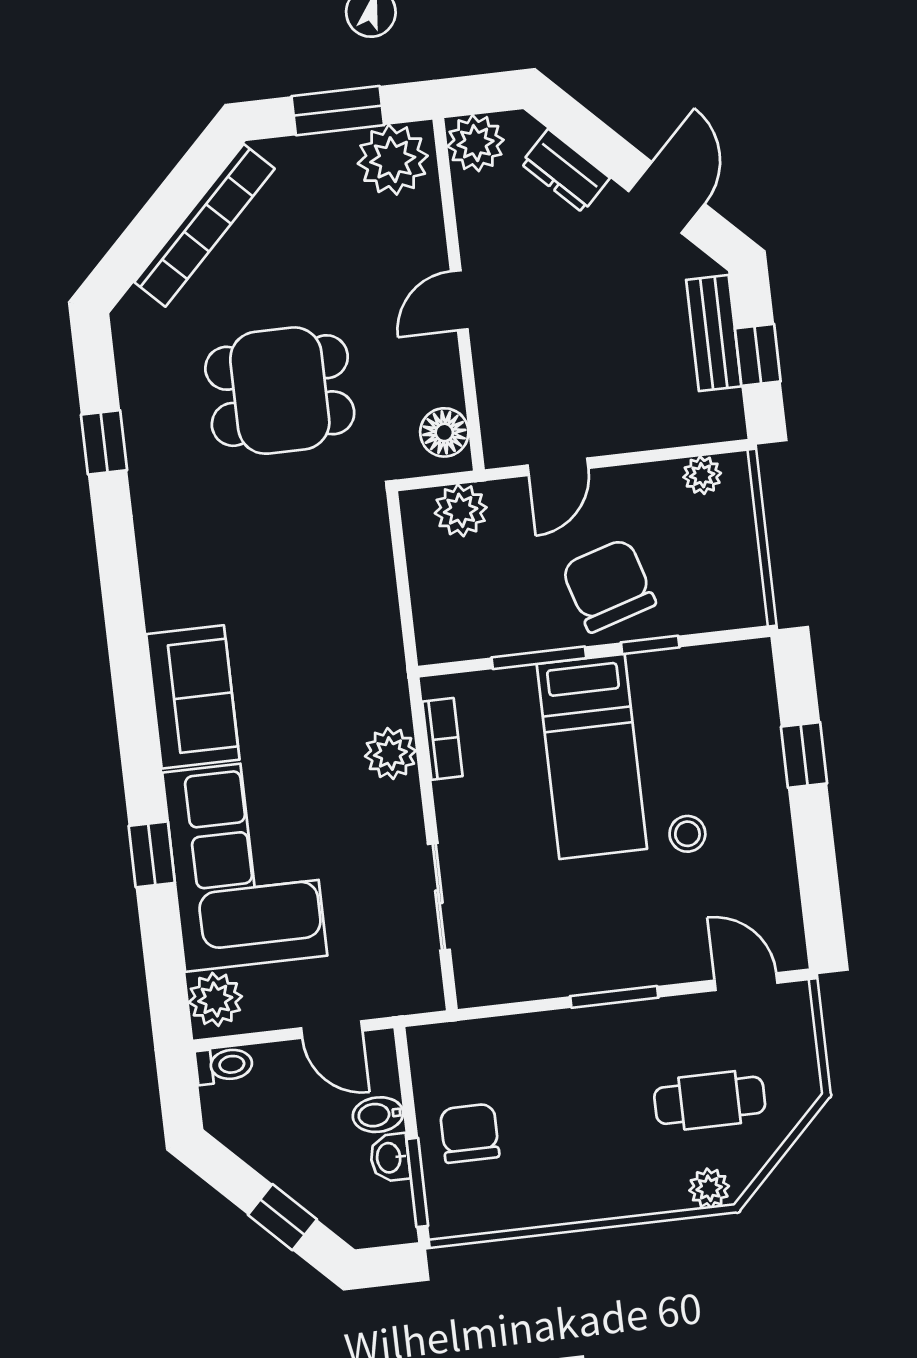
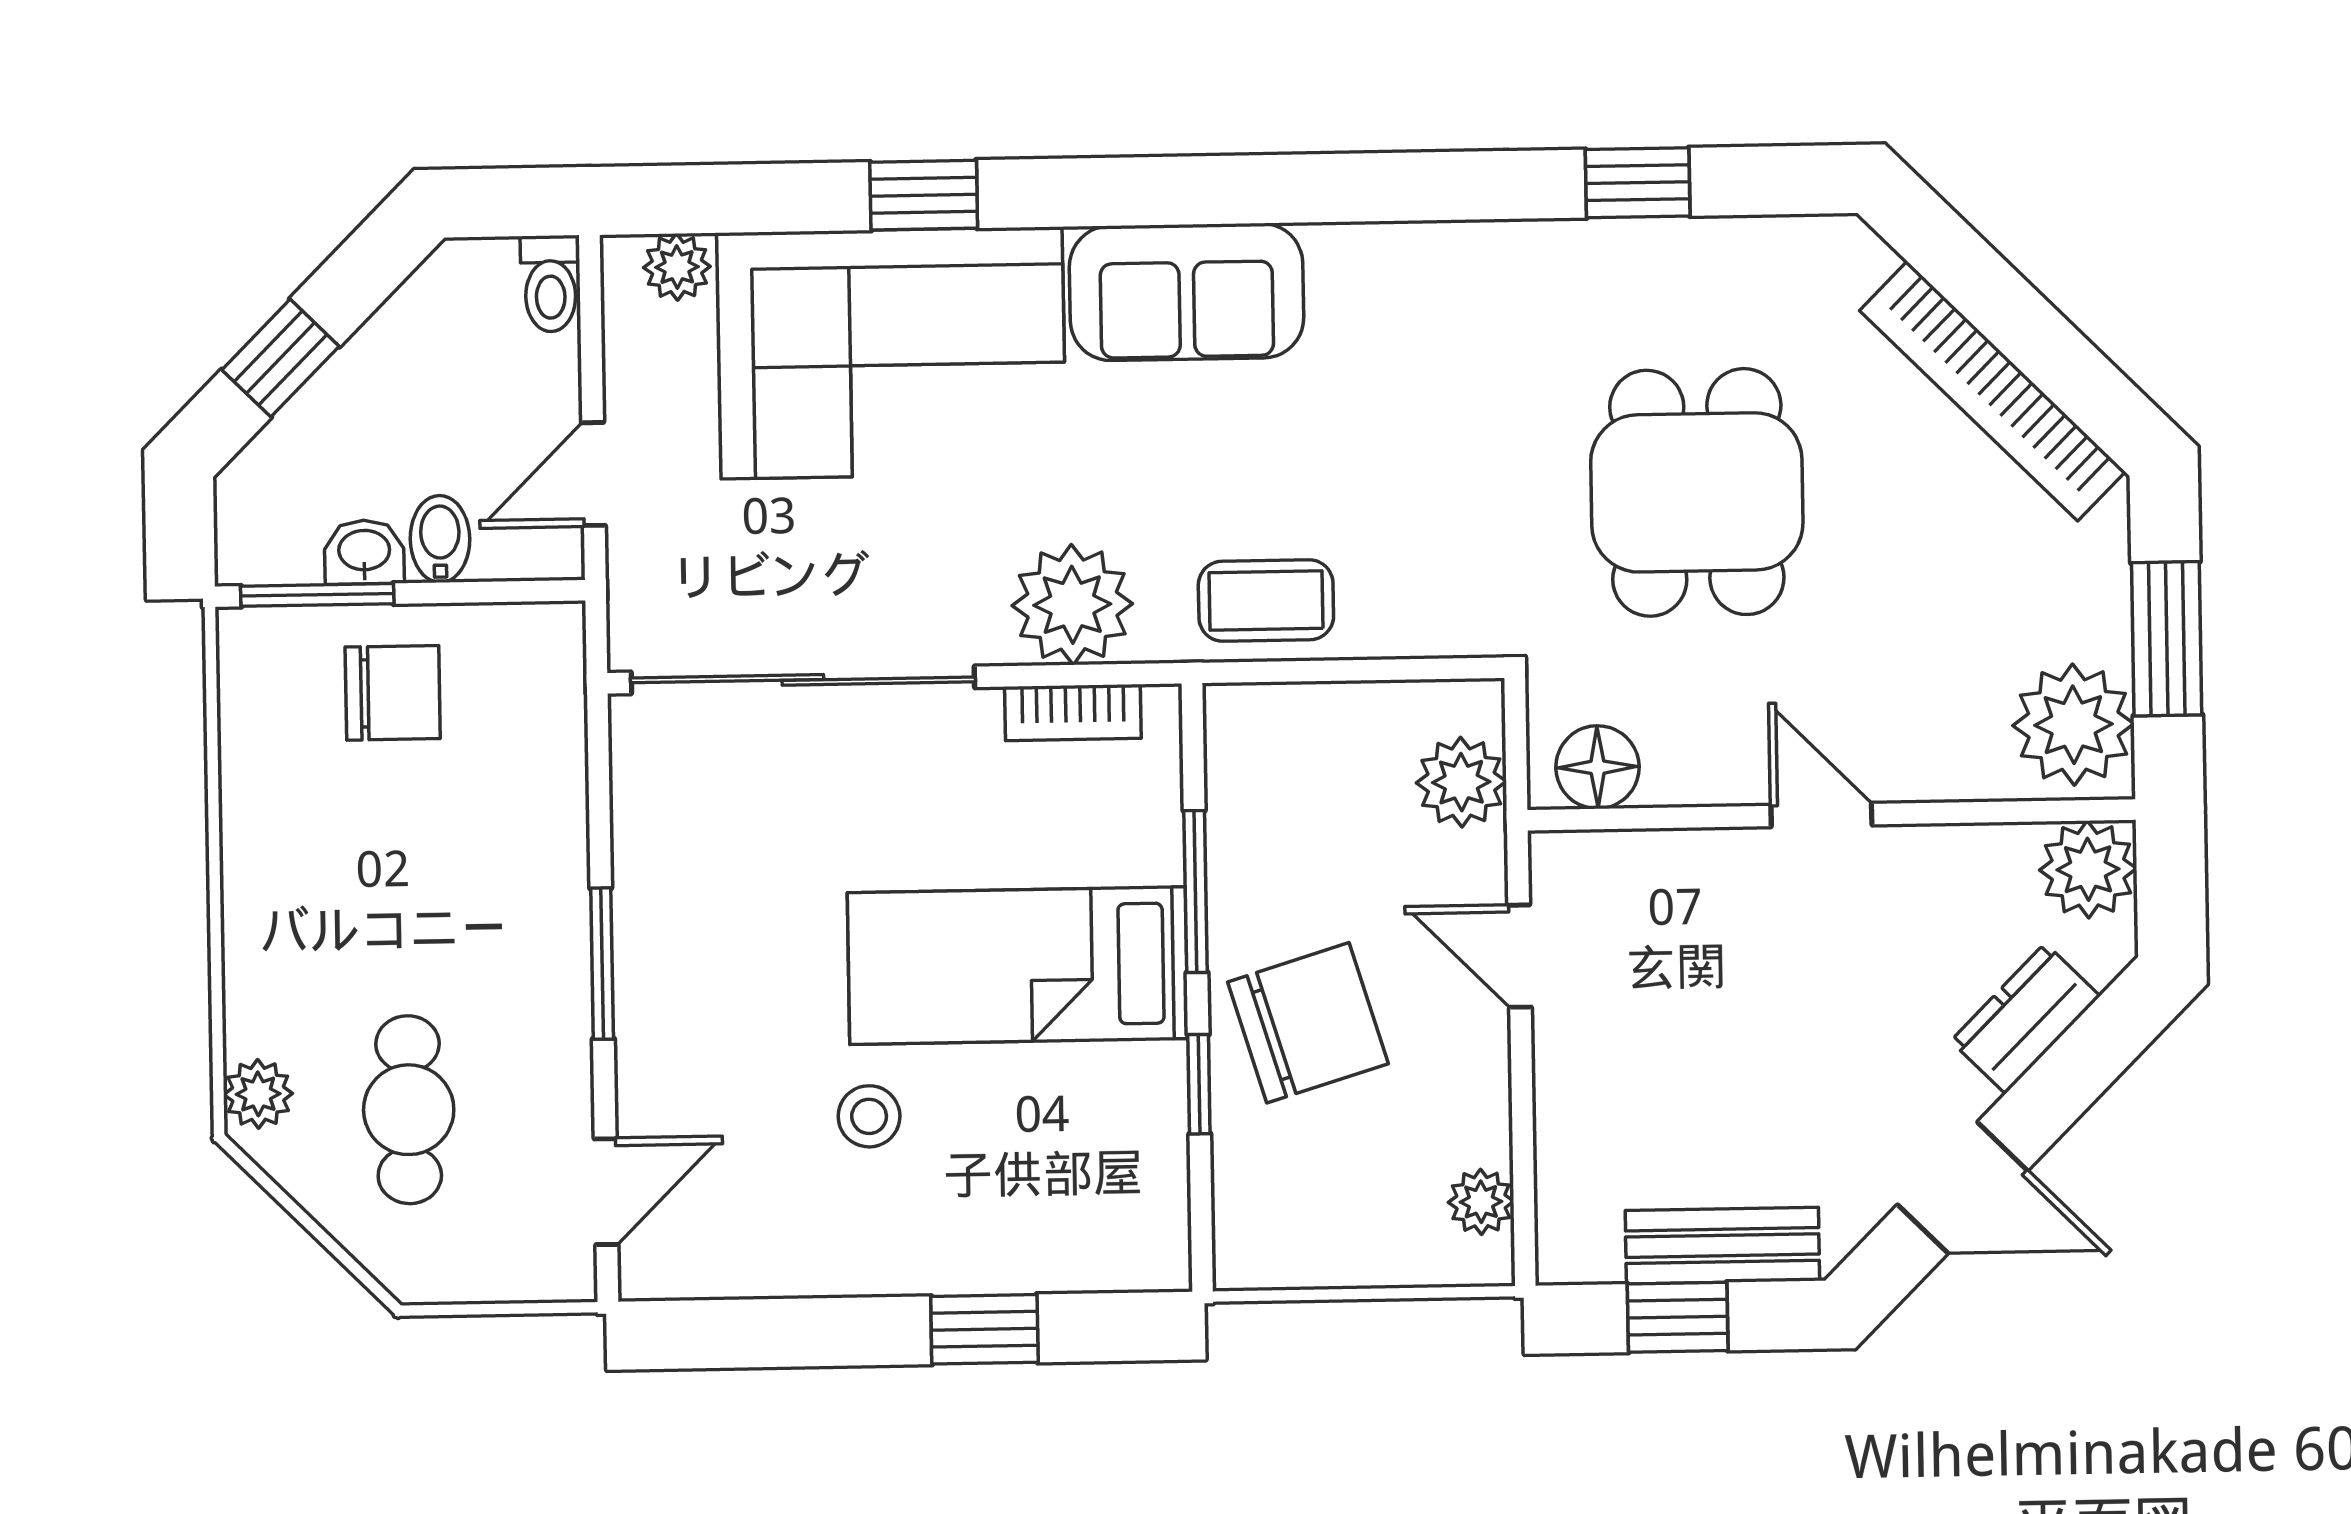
coffee table: (367, 634) -> (1266, 601), added
plant: (390, 754) -> (1072, 605), width x1.36, depth x1.36
sliding door: (439, 897) -> (803, 680), width x1.86
plant: (215, 999) -> (677, 267), width x0.73, depth x0.73

